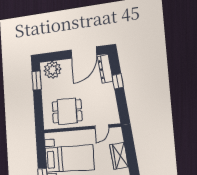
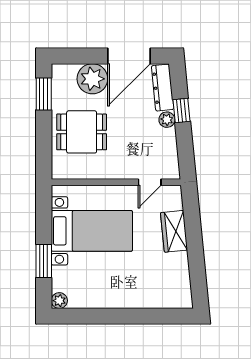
plant: (52, 70) -> (92, 79), moved
plant: (109, 88) -> (167, 120), added
dining table: (67, 111) -> (82, 132), moved

